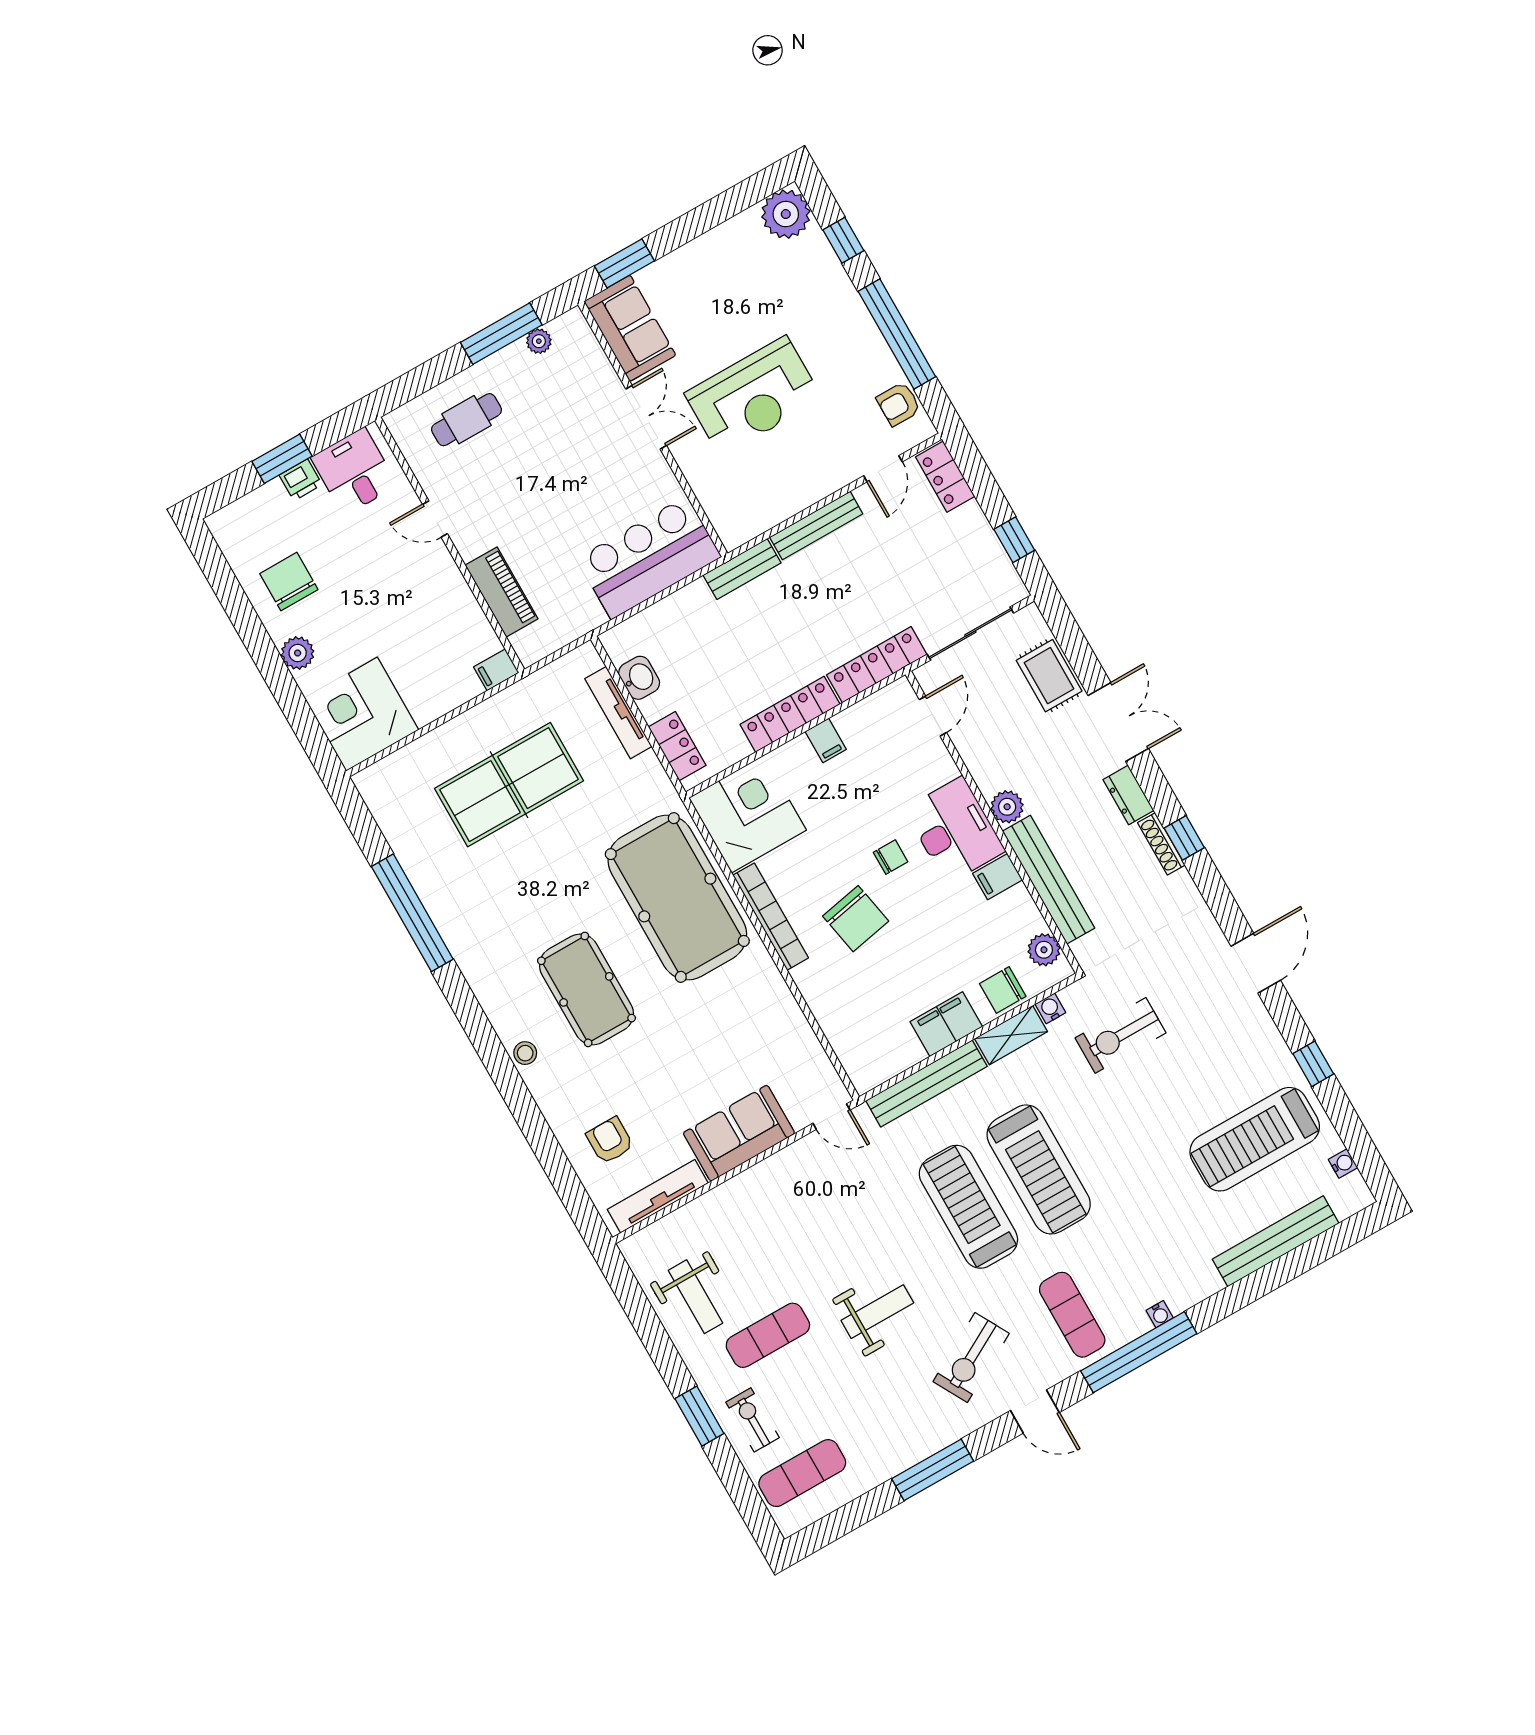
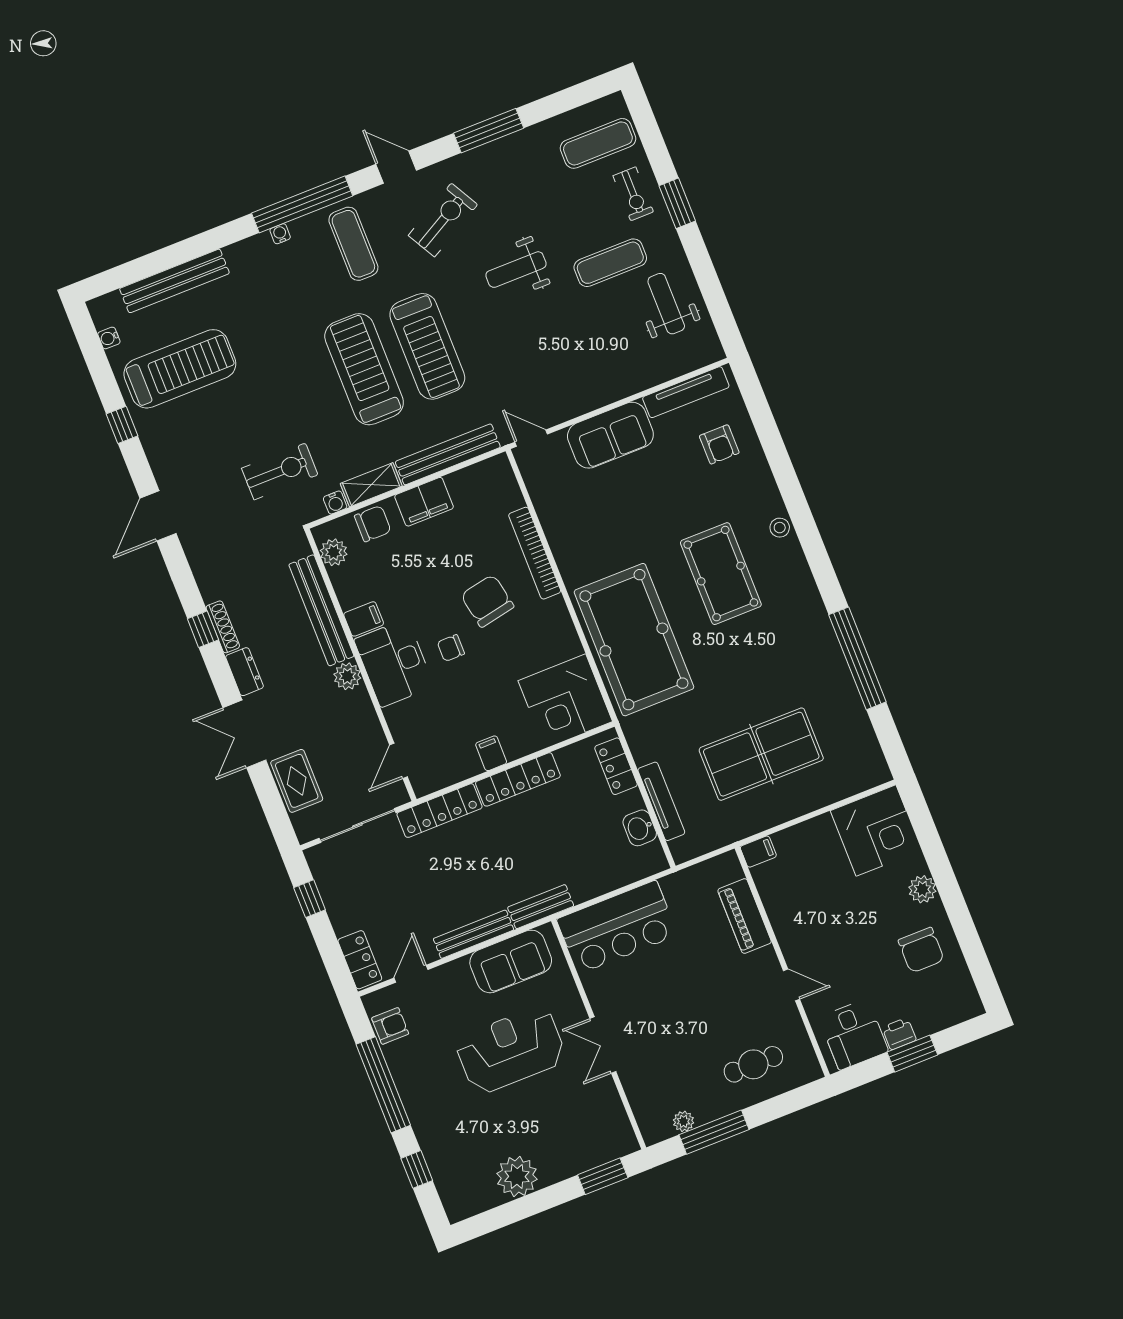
plant: (786, 214) -> (517, 1176), moved
sofa: (630, 328) -> (511, 961), moved, turned -90
bookcase: (771, 917) -> (535, 553), moved

